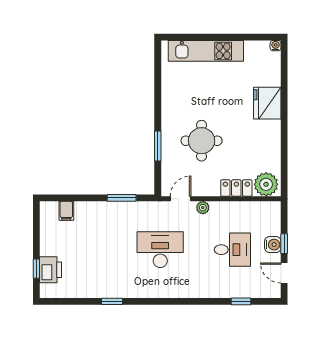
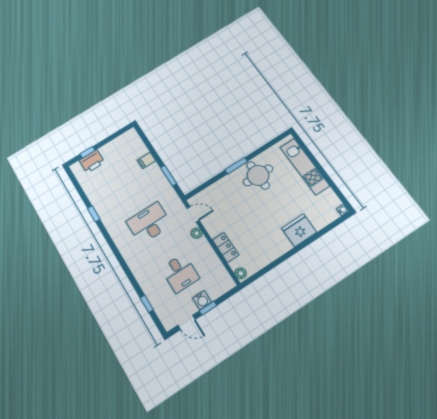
round table: (202, 141) -> (258, 175), moved
window: (158, 146) -> (236, 166), moved
plant: (266, 184) -> (241, 273), width x0.53, depth x0.53
filing cabinet: (66, 211) -> (147, 160), moved
desk: (160, 250) -> (149, 223), turned -90
door: (284, 273) -> (187, 322), swing flipped

